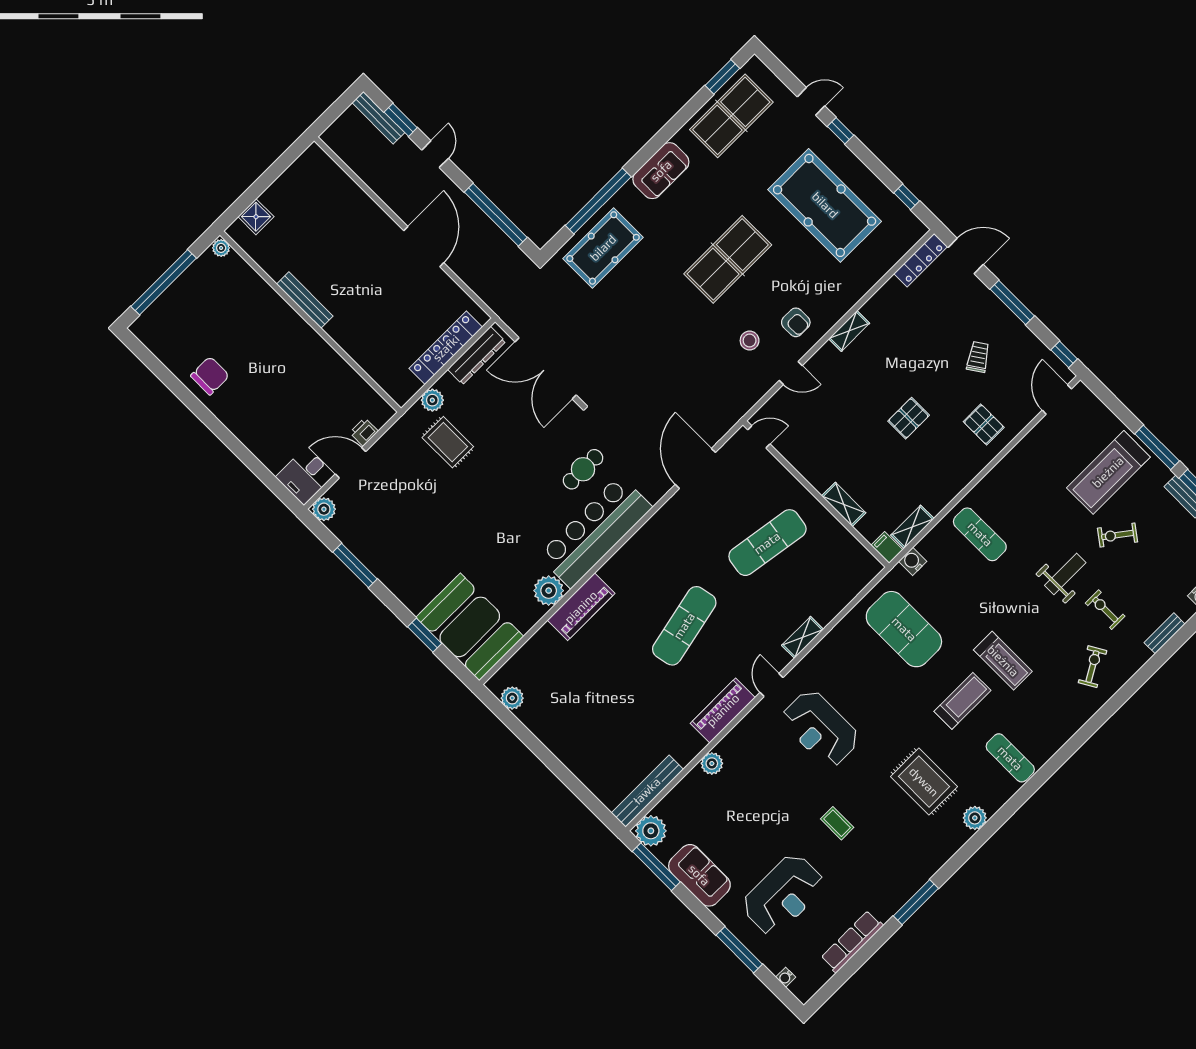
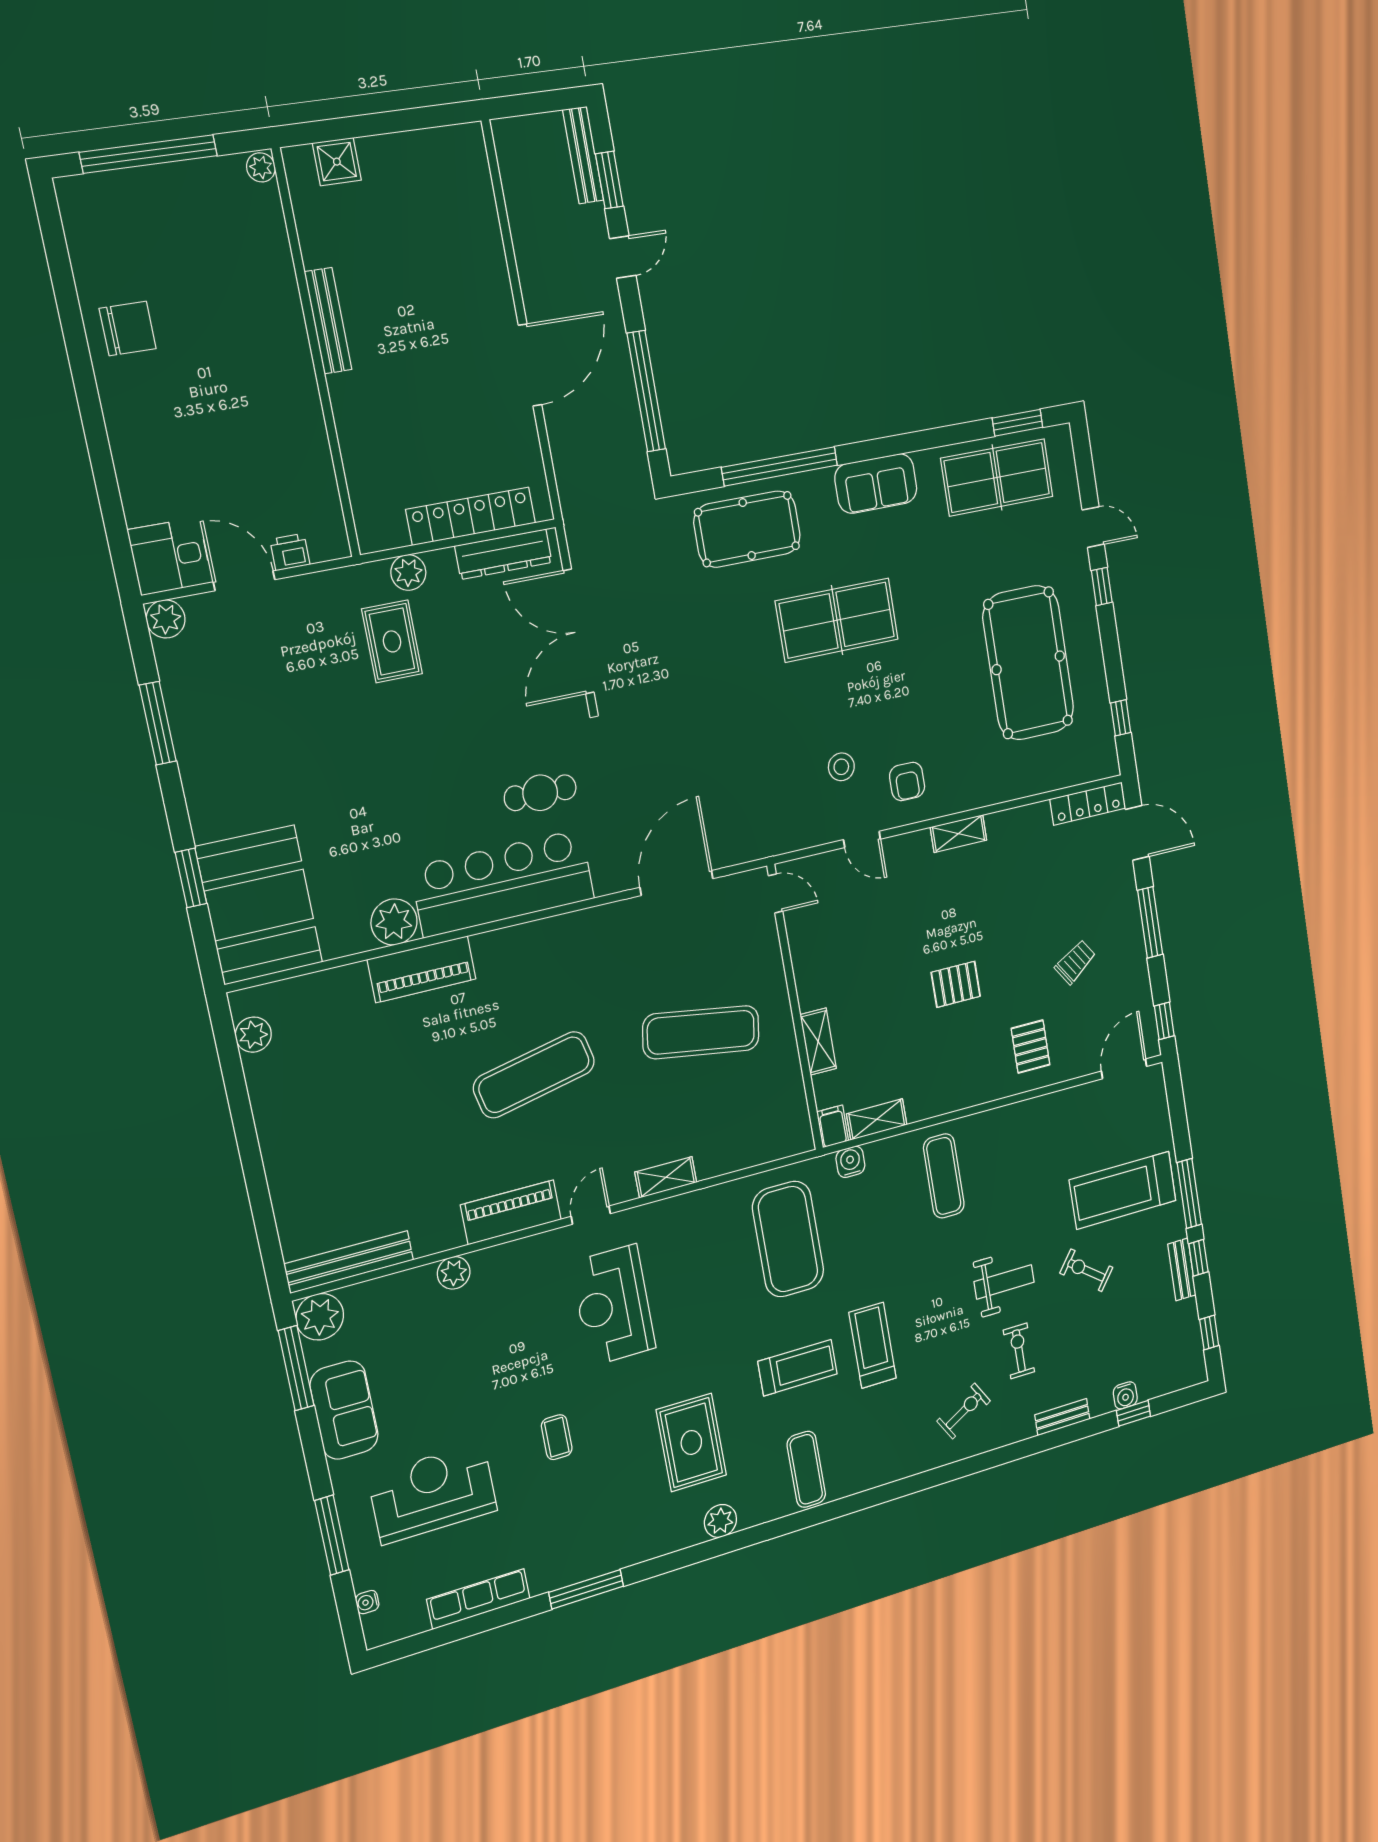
table tennis table: (728, 259) -> (837, 620), moved
treadmill: (1003, 661) -> (873, 1345), turned 180
reception desk: (783, 895) -> (433, 1493), turned 180

